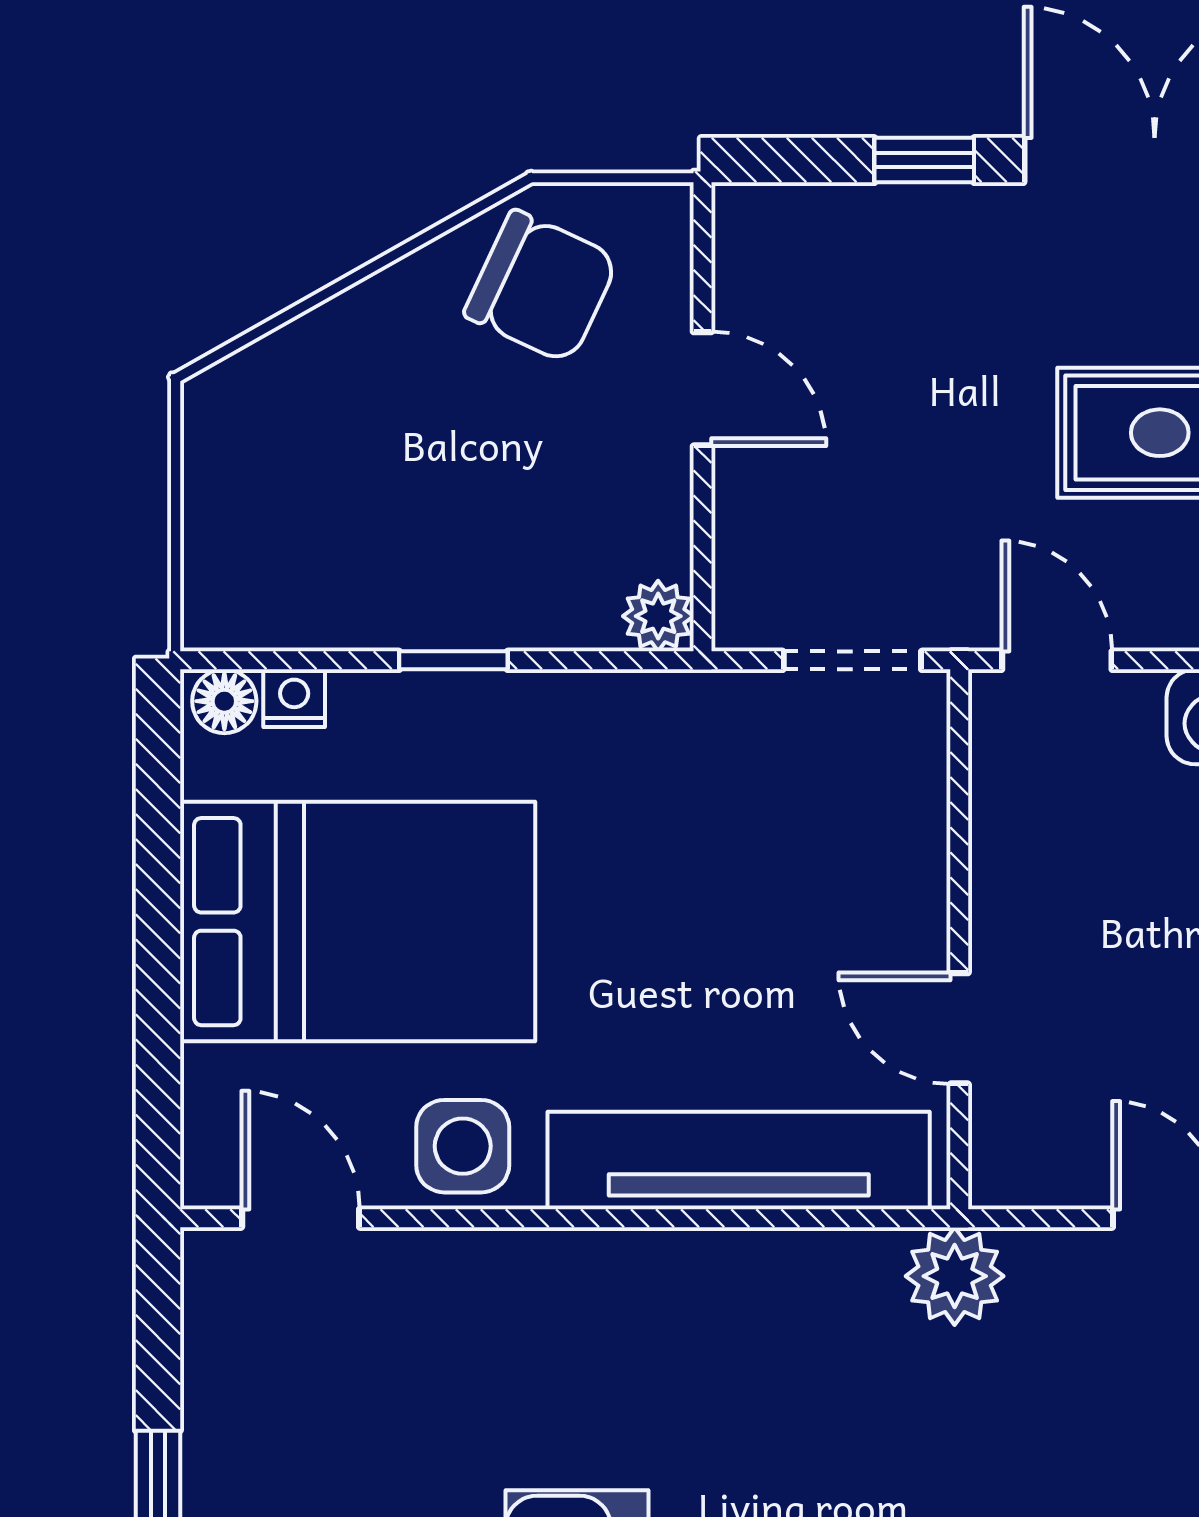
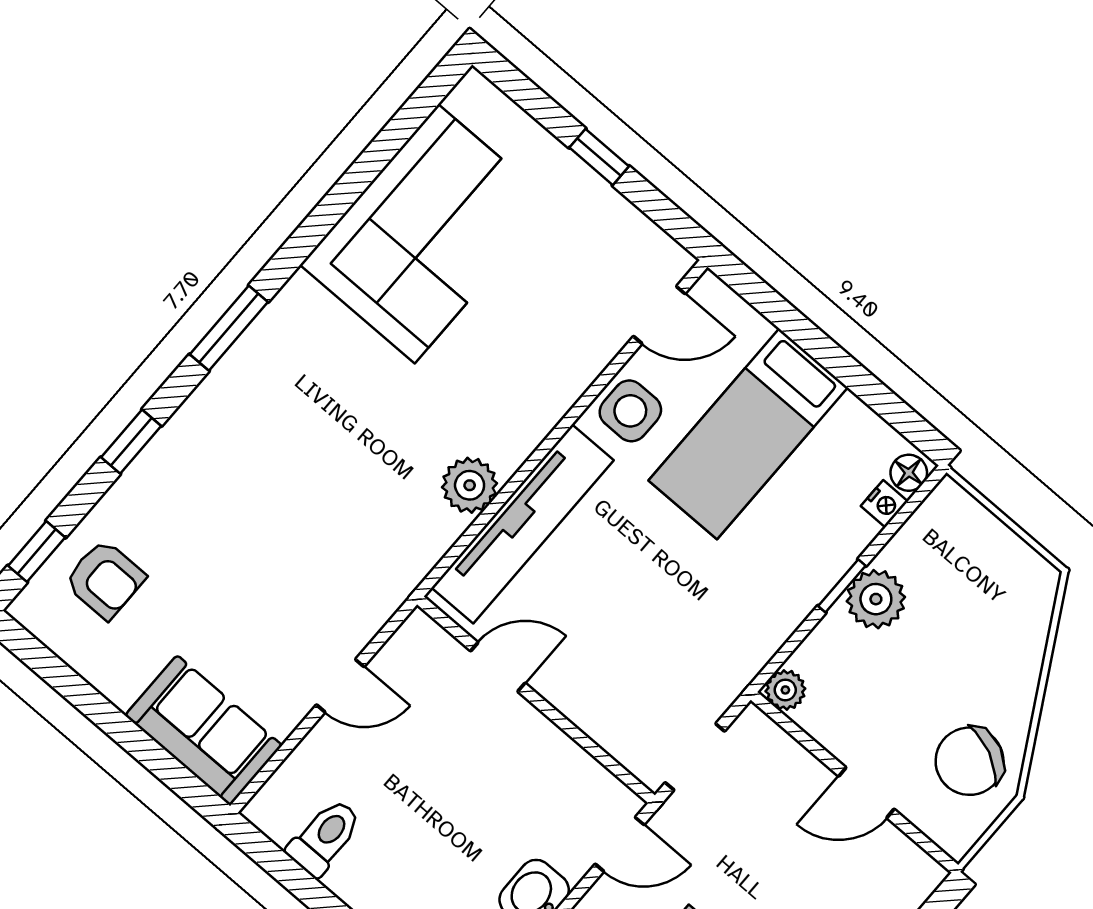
plant: (432, 599) -> (876, 599), added
bed: (358, 922) -> (748, 434), width x0.67
plant: (955, 1276) -> (470, 485), moved

